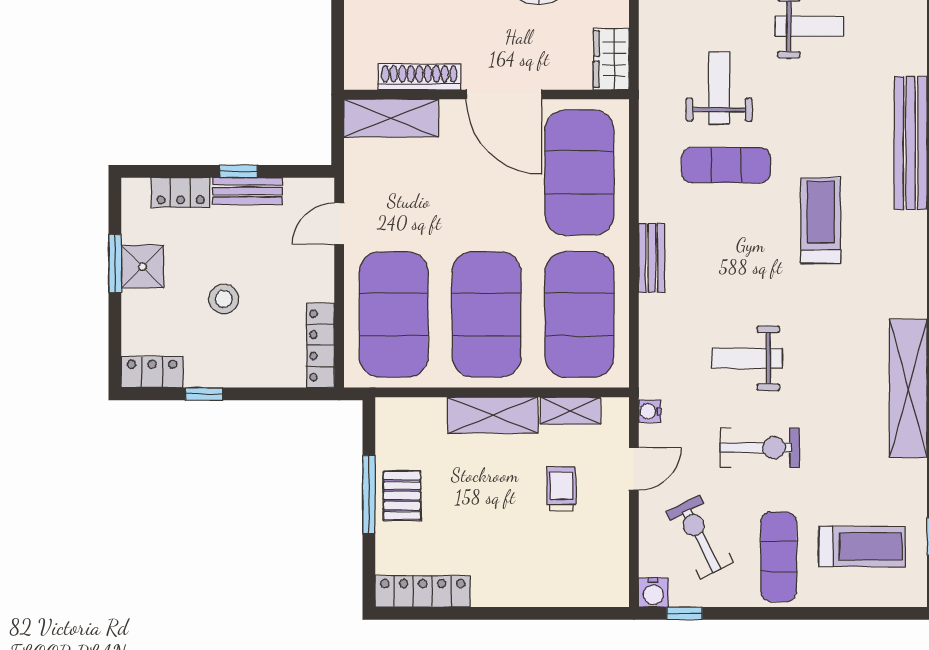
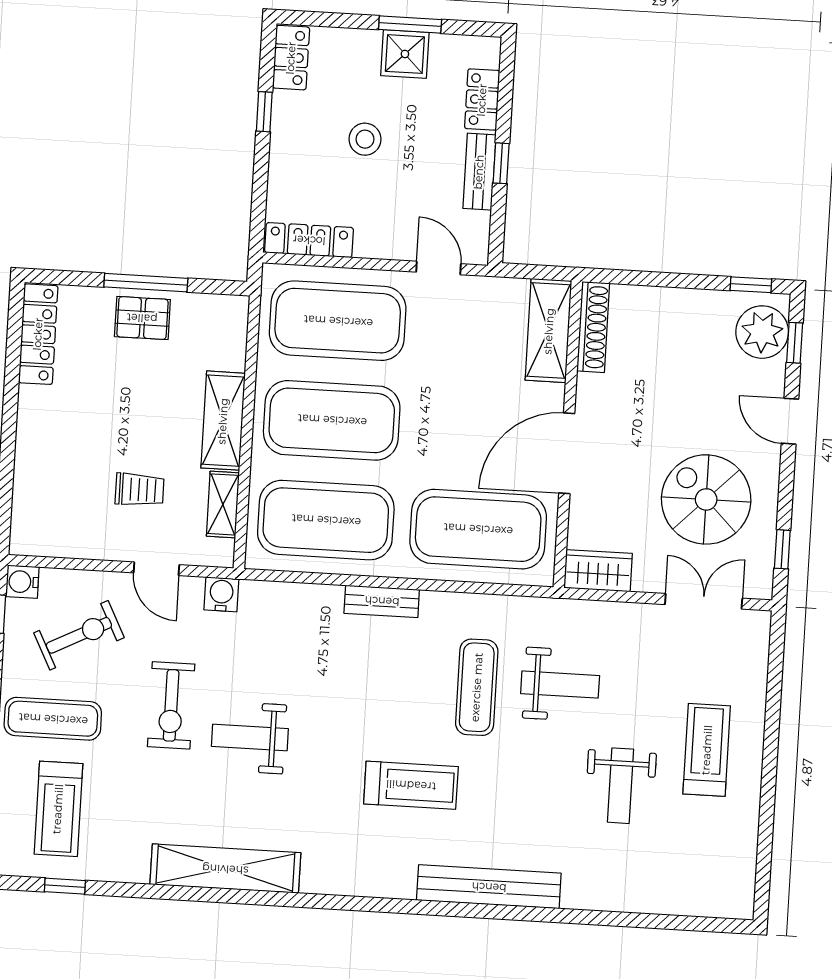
shoe rack: (419, 77) -> (593, 327), moved
weight bench: (747, 358) -> (250, 737), moved, turned -90
water cooler: (650, 411) -> (221, 594), width x1.38, depth x1.38

